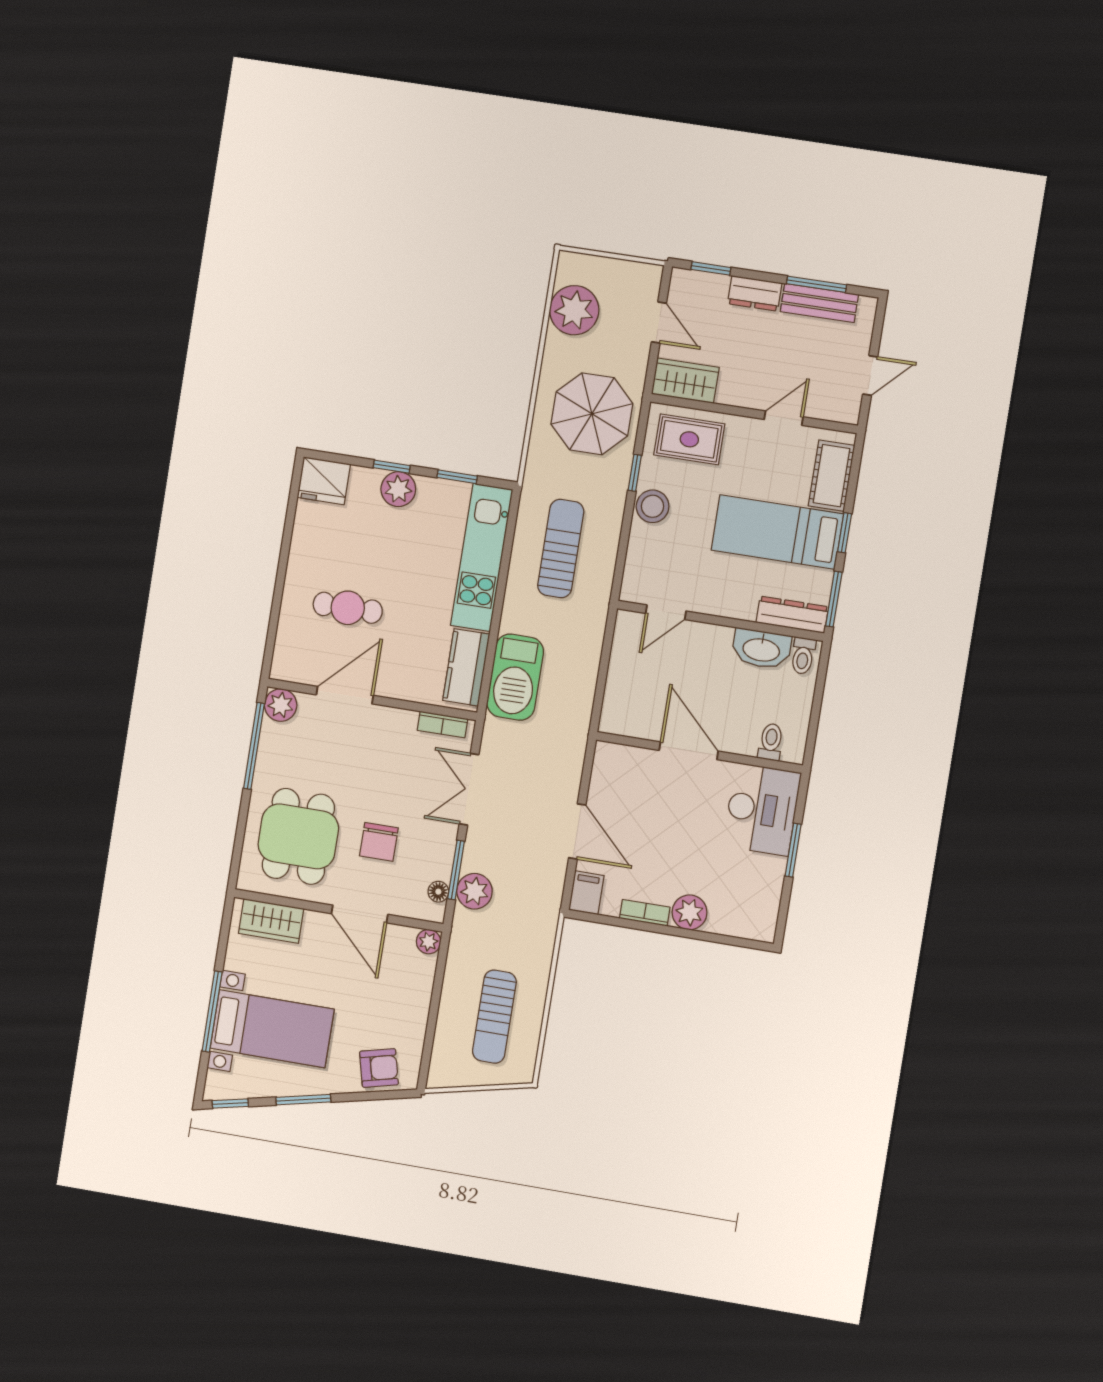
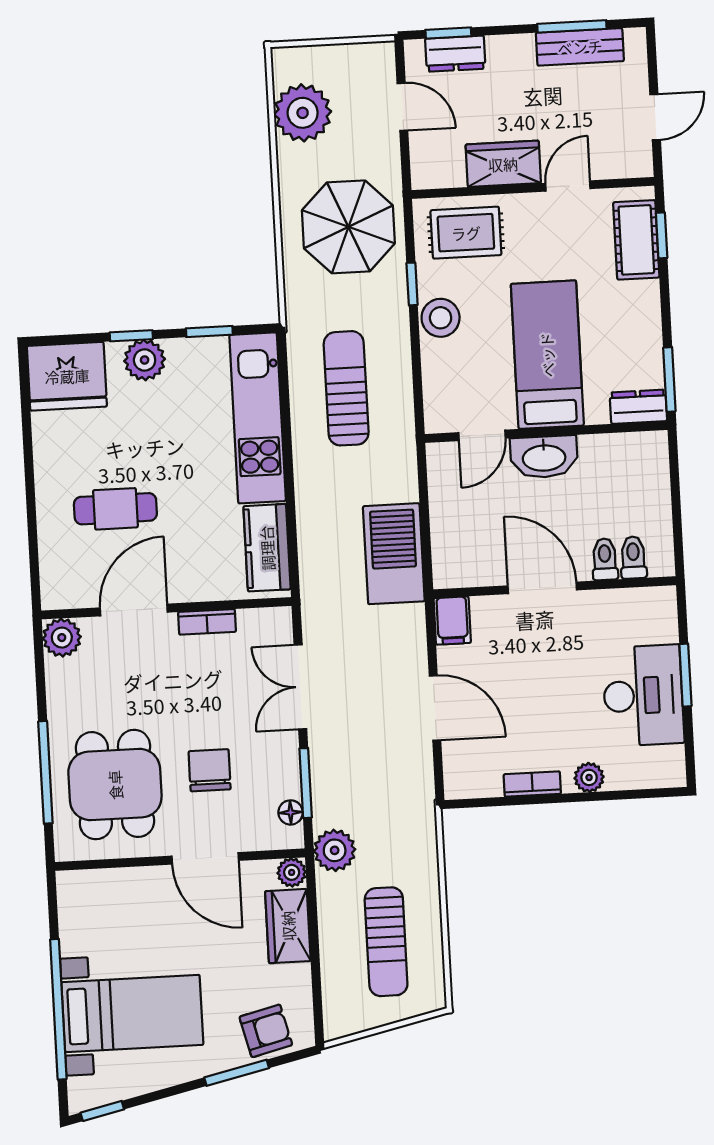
dresser: (755, 293) -> (455, 54), moved
wardrobe: (685, 381) -> (503, 164), moved
fridge: (324, 481) -> (67, 376), width x1.36, depth x1.34
bed: (777, 532) -> (547, 355), moved, turned 90
window: (845, 533) -> (662, 235), moved
dresser: (792, 615) -> (638, 407), width x0.70
washbasin: (761, 649) -> (544, 457), moved
toilet: (803, 656) -> (605, 559), moved, turned 180
barbecue: (515, 677) -> (394, 554), moved, turned 180
bookcase: (443, 725) -> (207, 622), moved
window: (254, 746) -> (45, 772), moved
desk: (762, 809) -> (643, 695), moved
chair: (379, 842) -> (210, 770), turned 180
plant: (474, 891) -> (335, 850), moved
filing cabinet: (586, 893) -> (452, 621), moved, turned 180
plant: (690, 912) -> (589, 777), width x0.73, depth x0.73
wardrobe: (271, 921) -> (288, 926), moved, turned 90
window: (212, 1011) -> (58, 1009), width x1.46
window: (303, 1100) -> (237, 1073), moved

